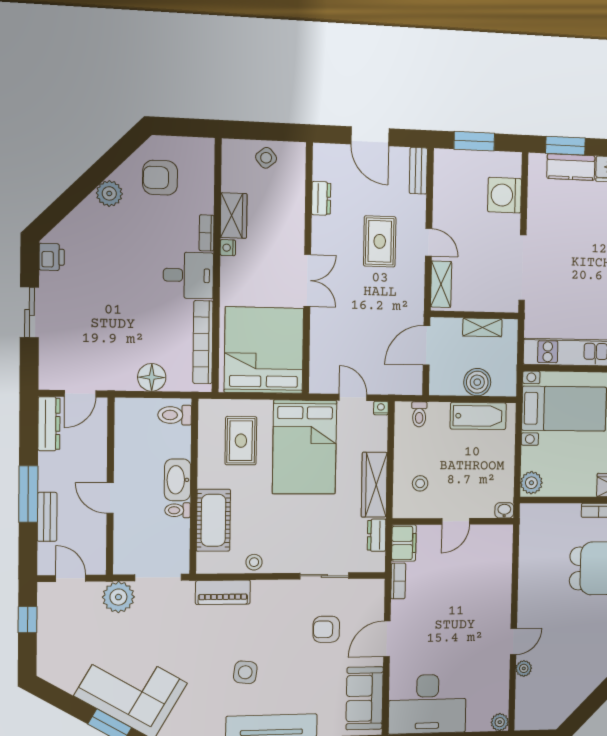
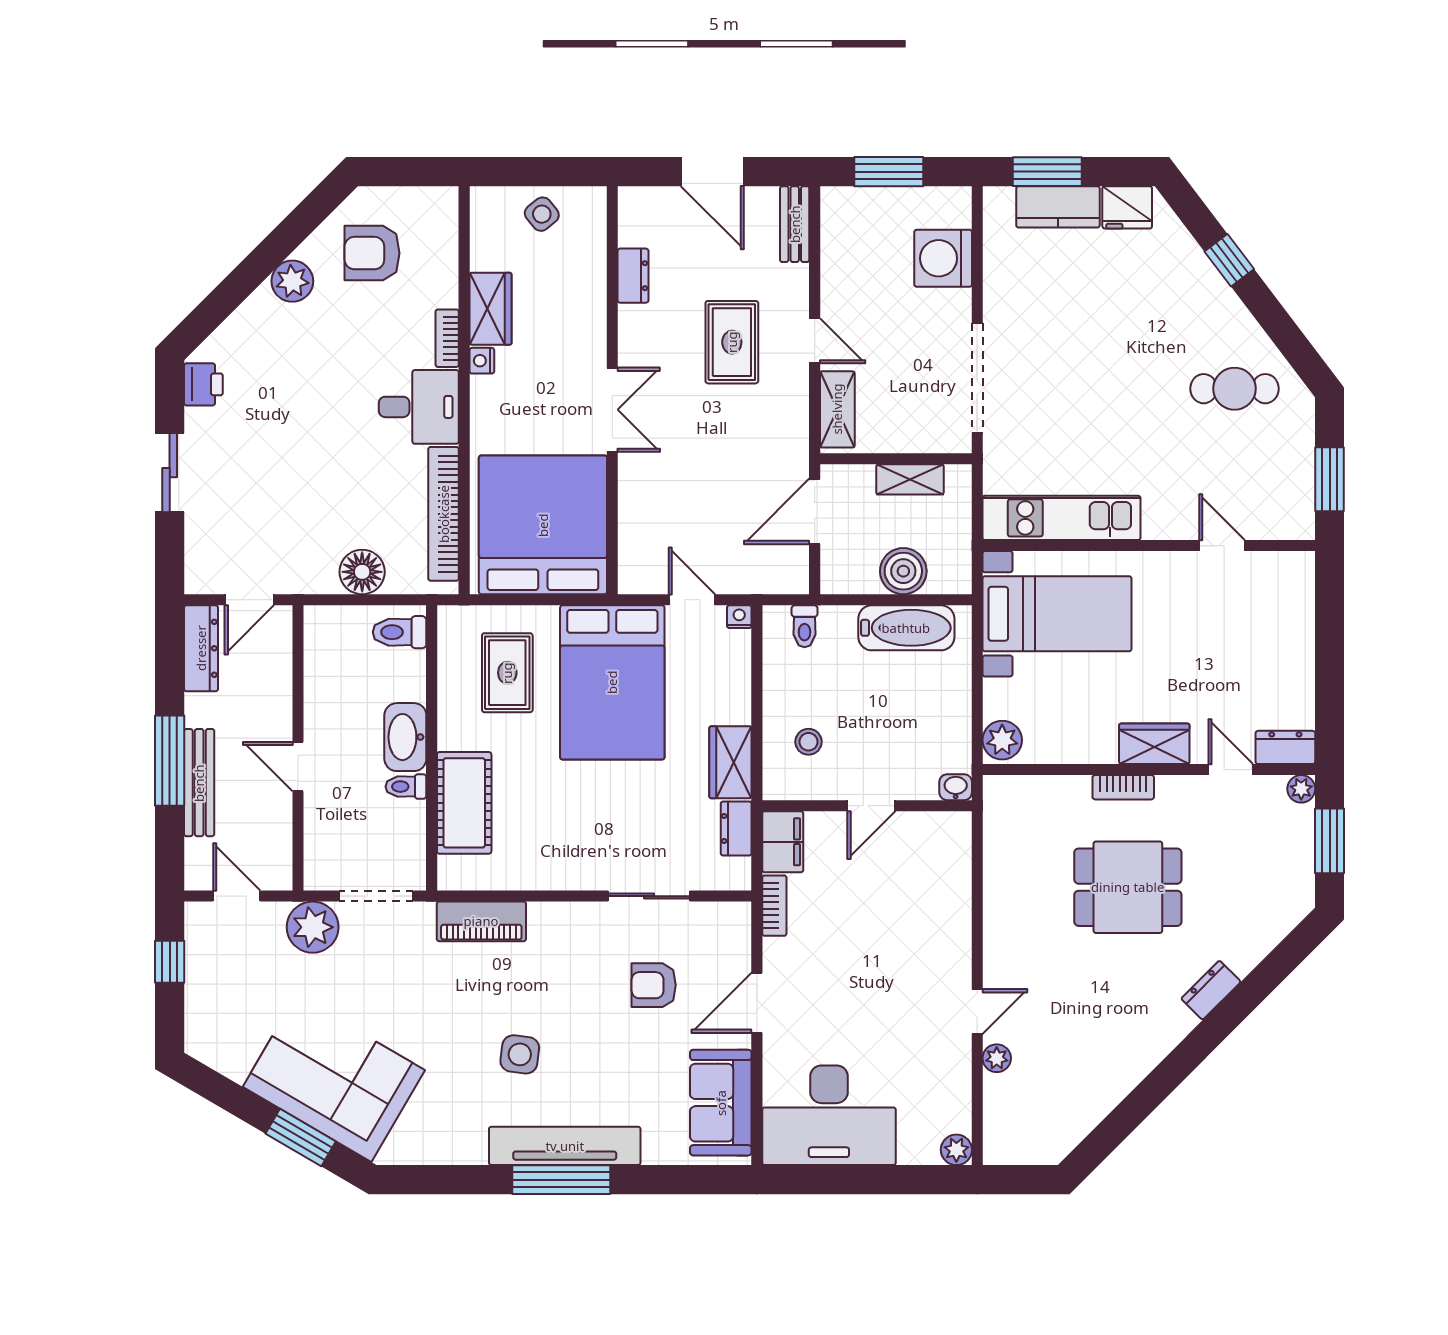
wardrobe: (374, 485) -> (730, 762), width x0.67
bench: (47, 517) -> (199, 783), width x1.36
stool: (254, 562) -> (532, 872), removed

